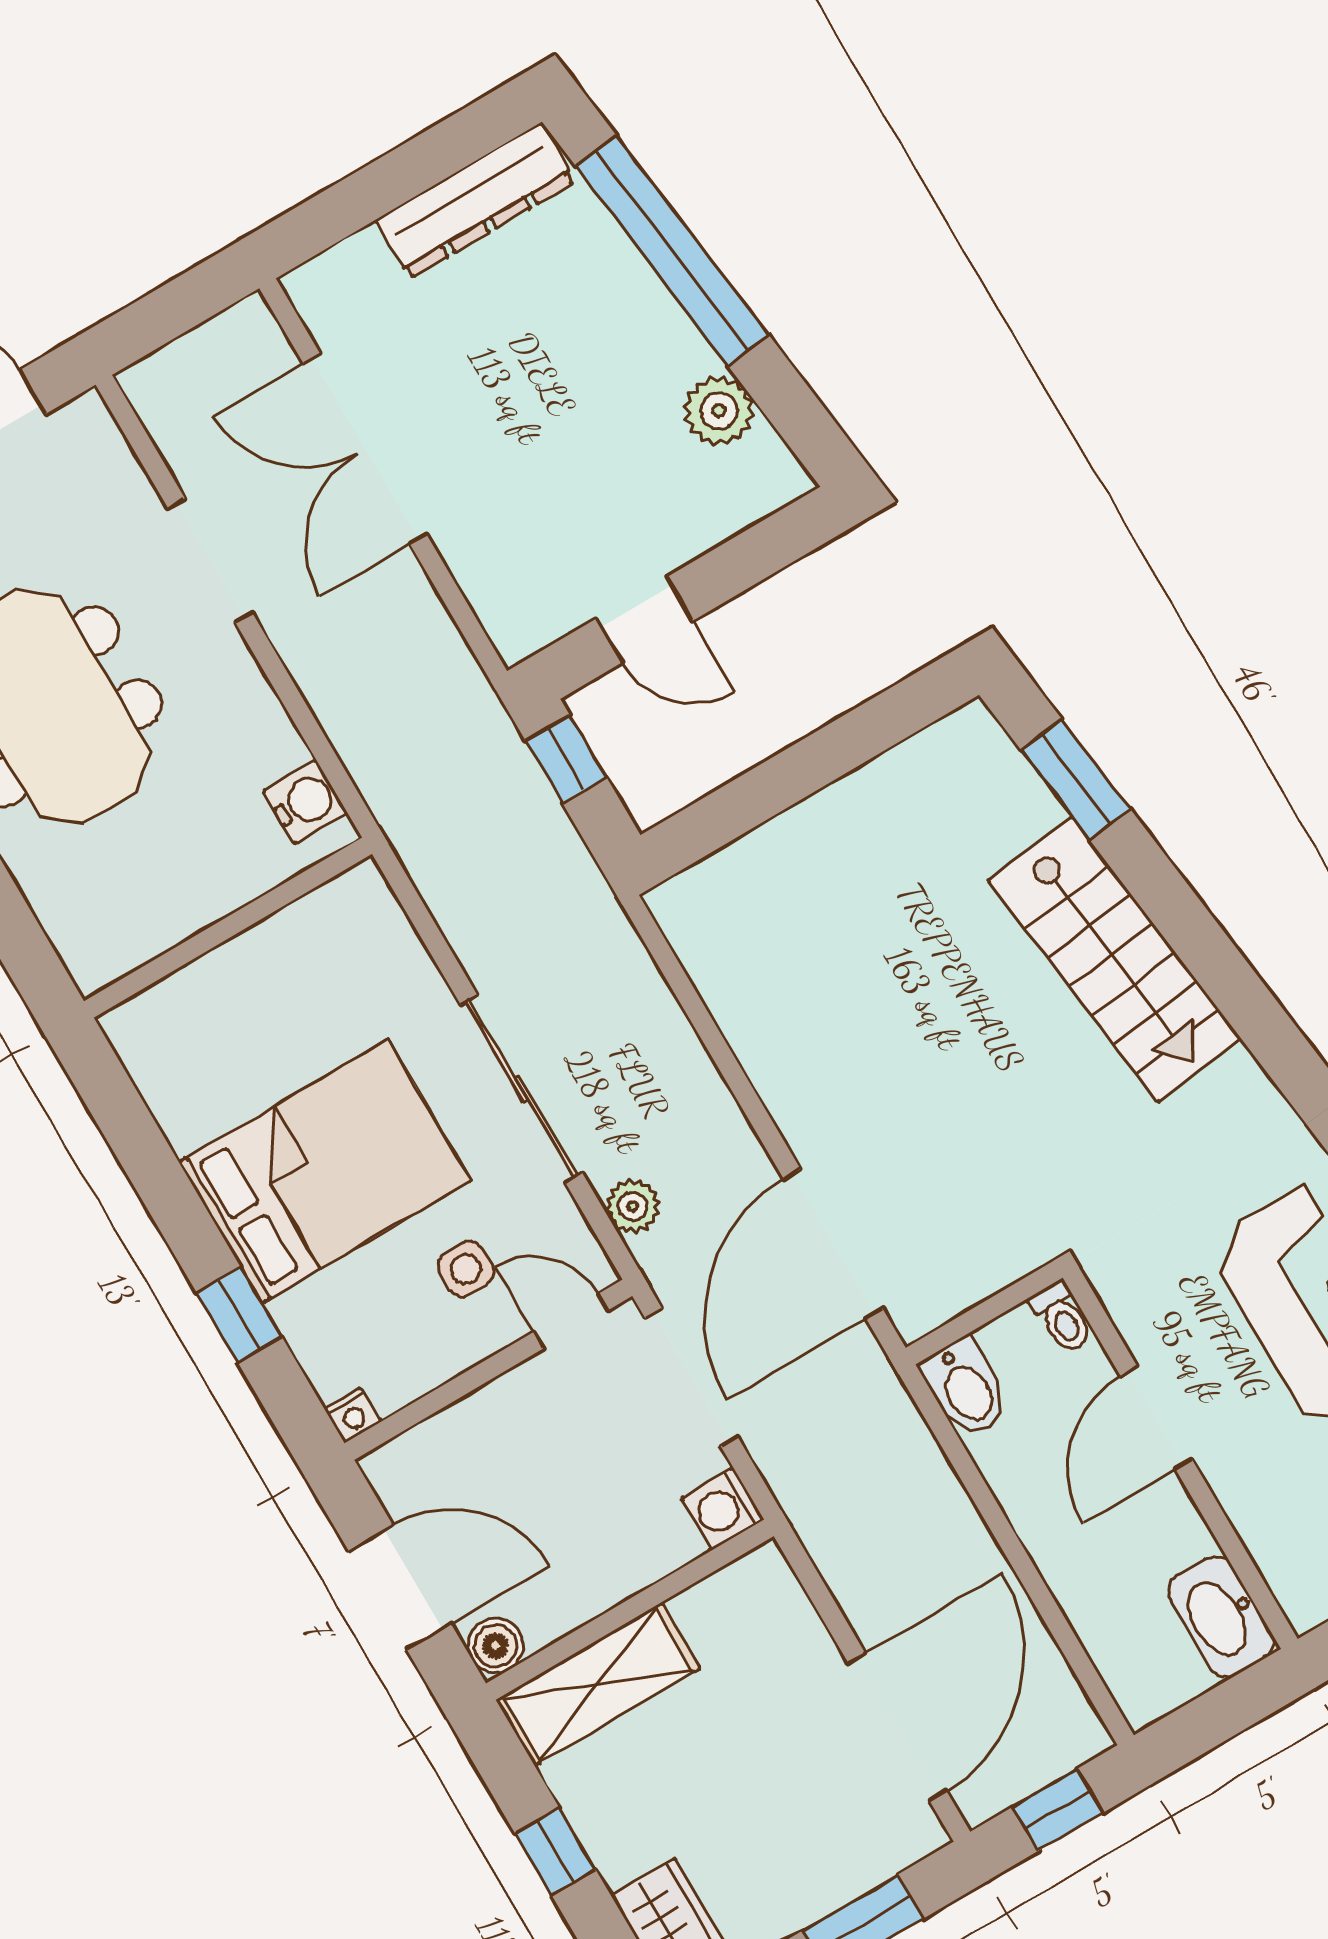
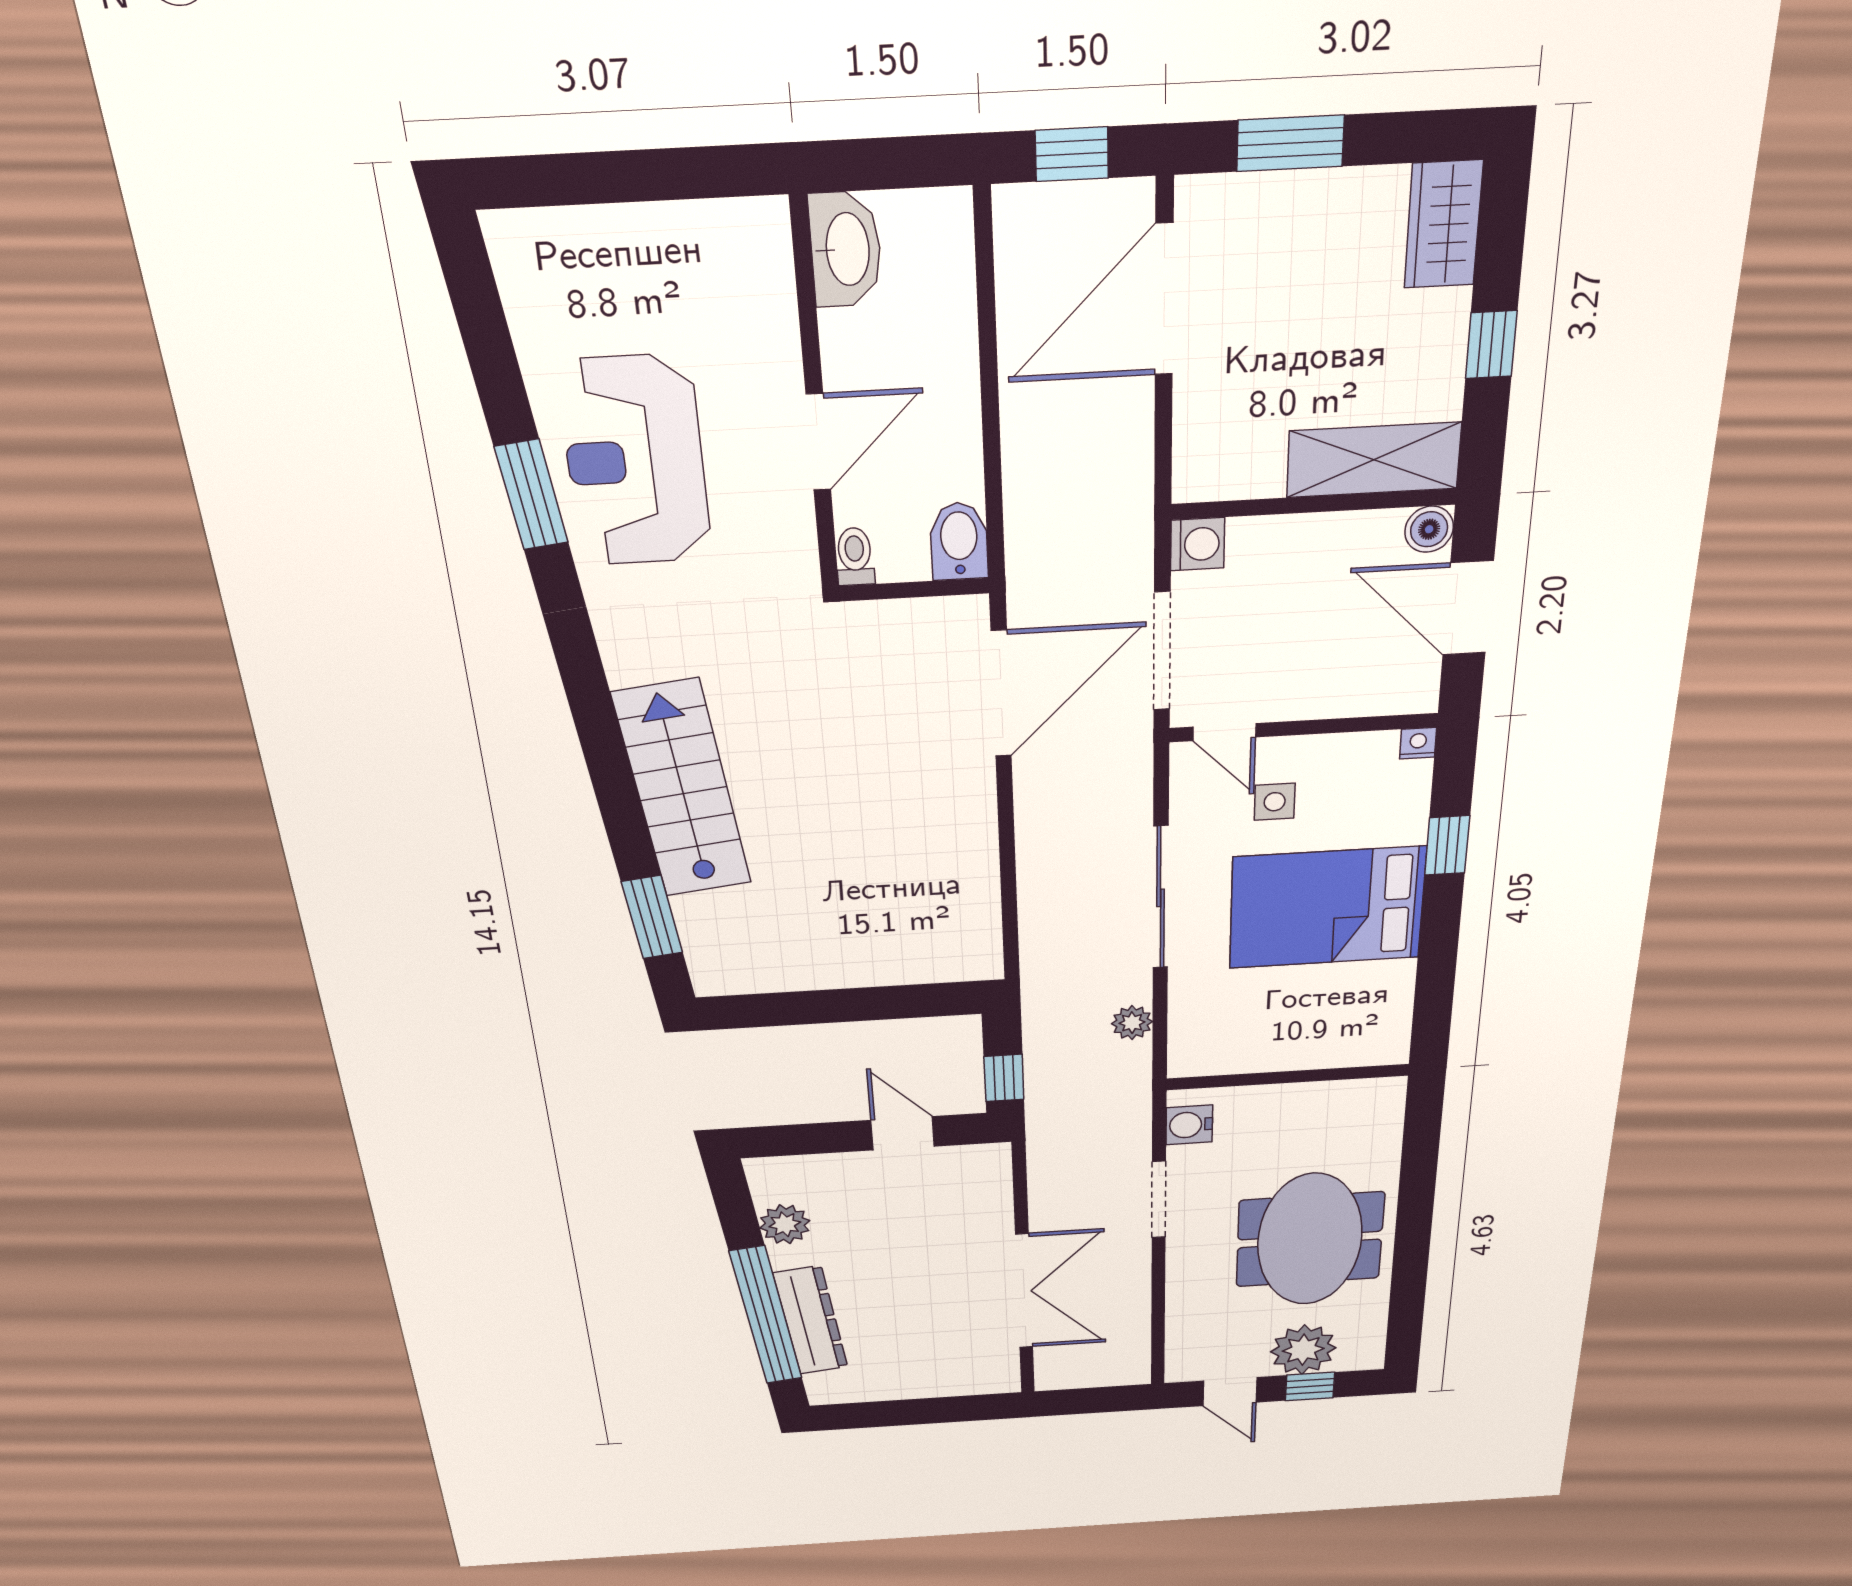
dresser: (475, 201) -> (811, 1320), moved, turned 83
doorway: (210, 560) -> (1159, 1200), moved
plant: (633, 1206) -> (1132, 1023), moved

